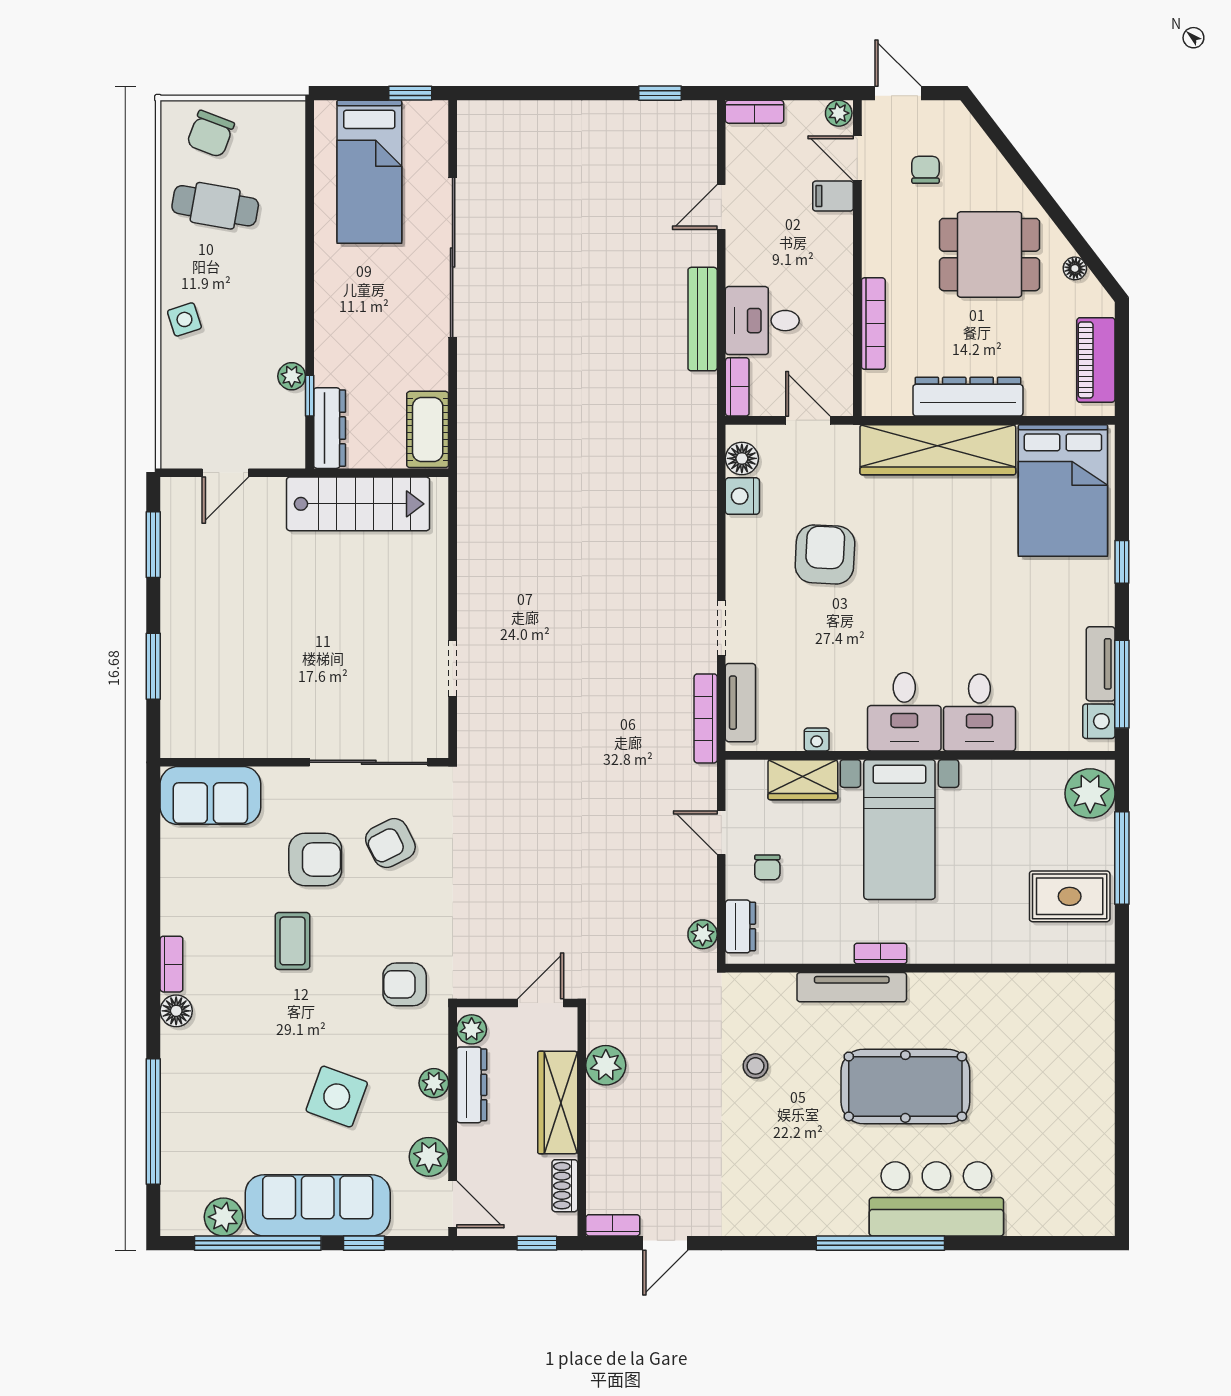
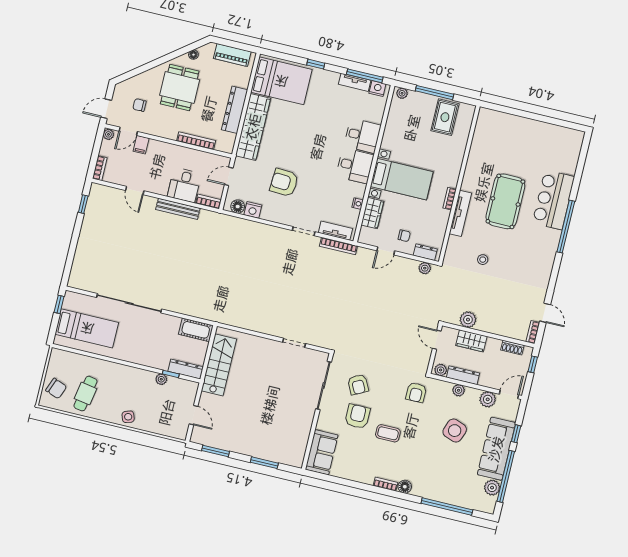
plant: (1090, 793) -> (402, 93), width x0.53, depth x0.53
wardrobe: (558, 1102) -> (471, 341), width x0.67

